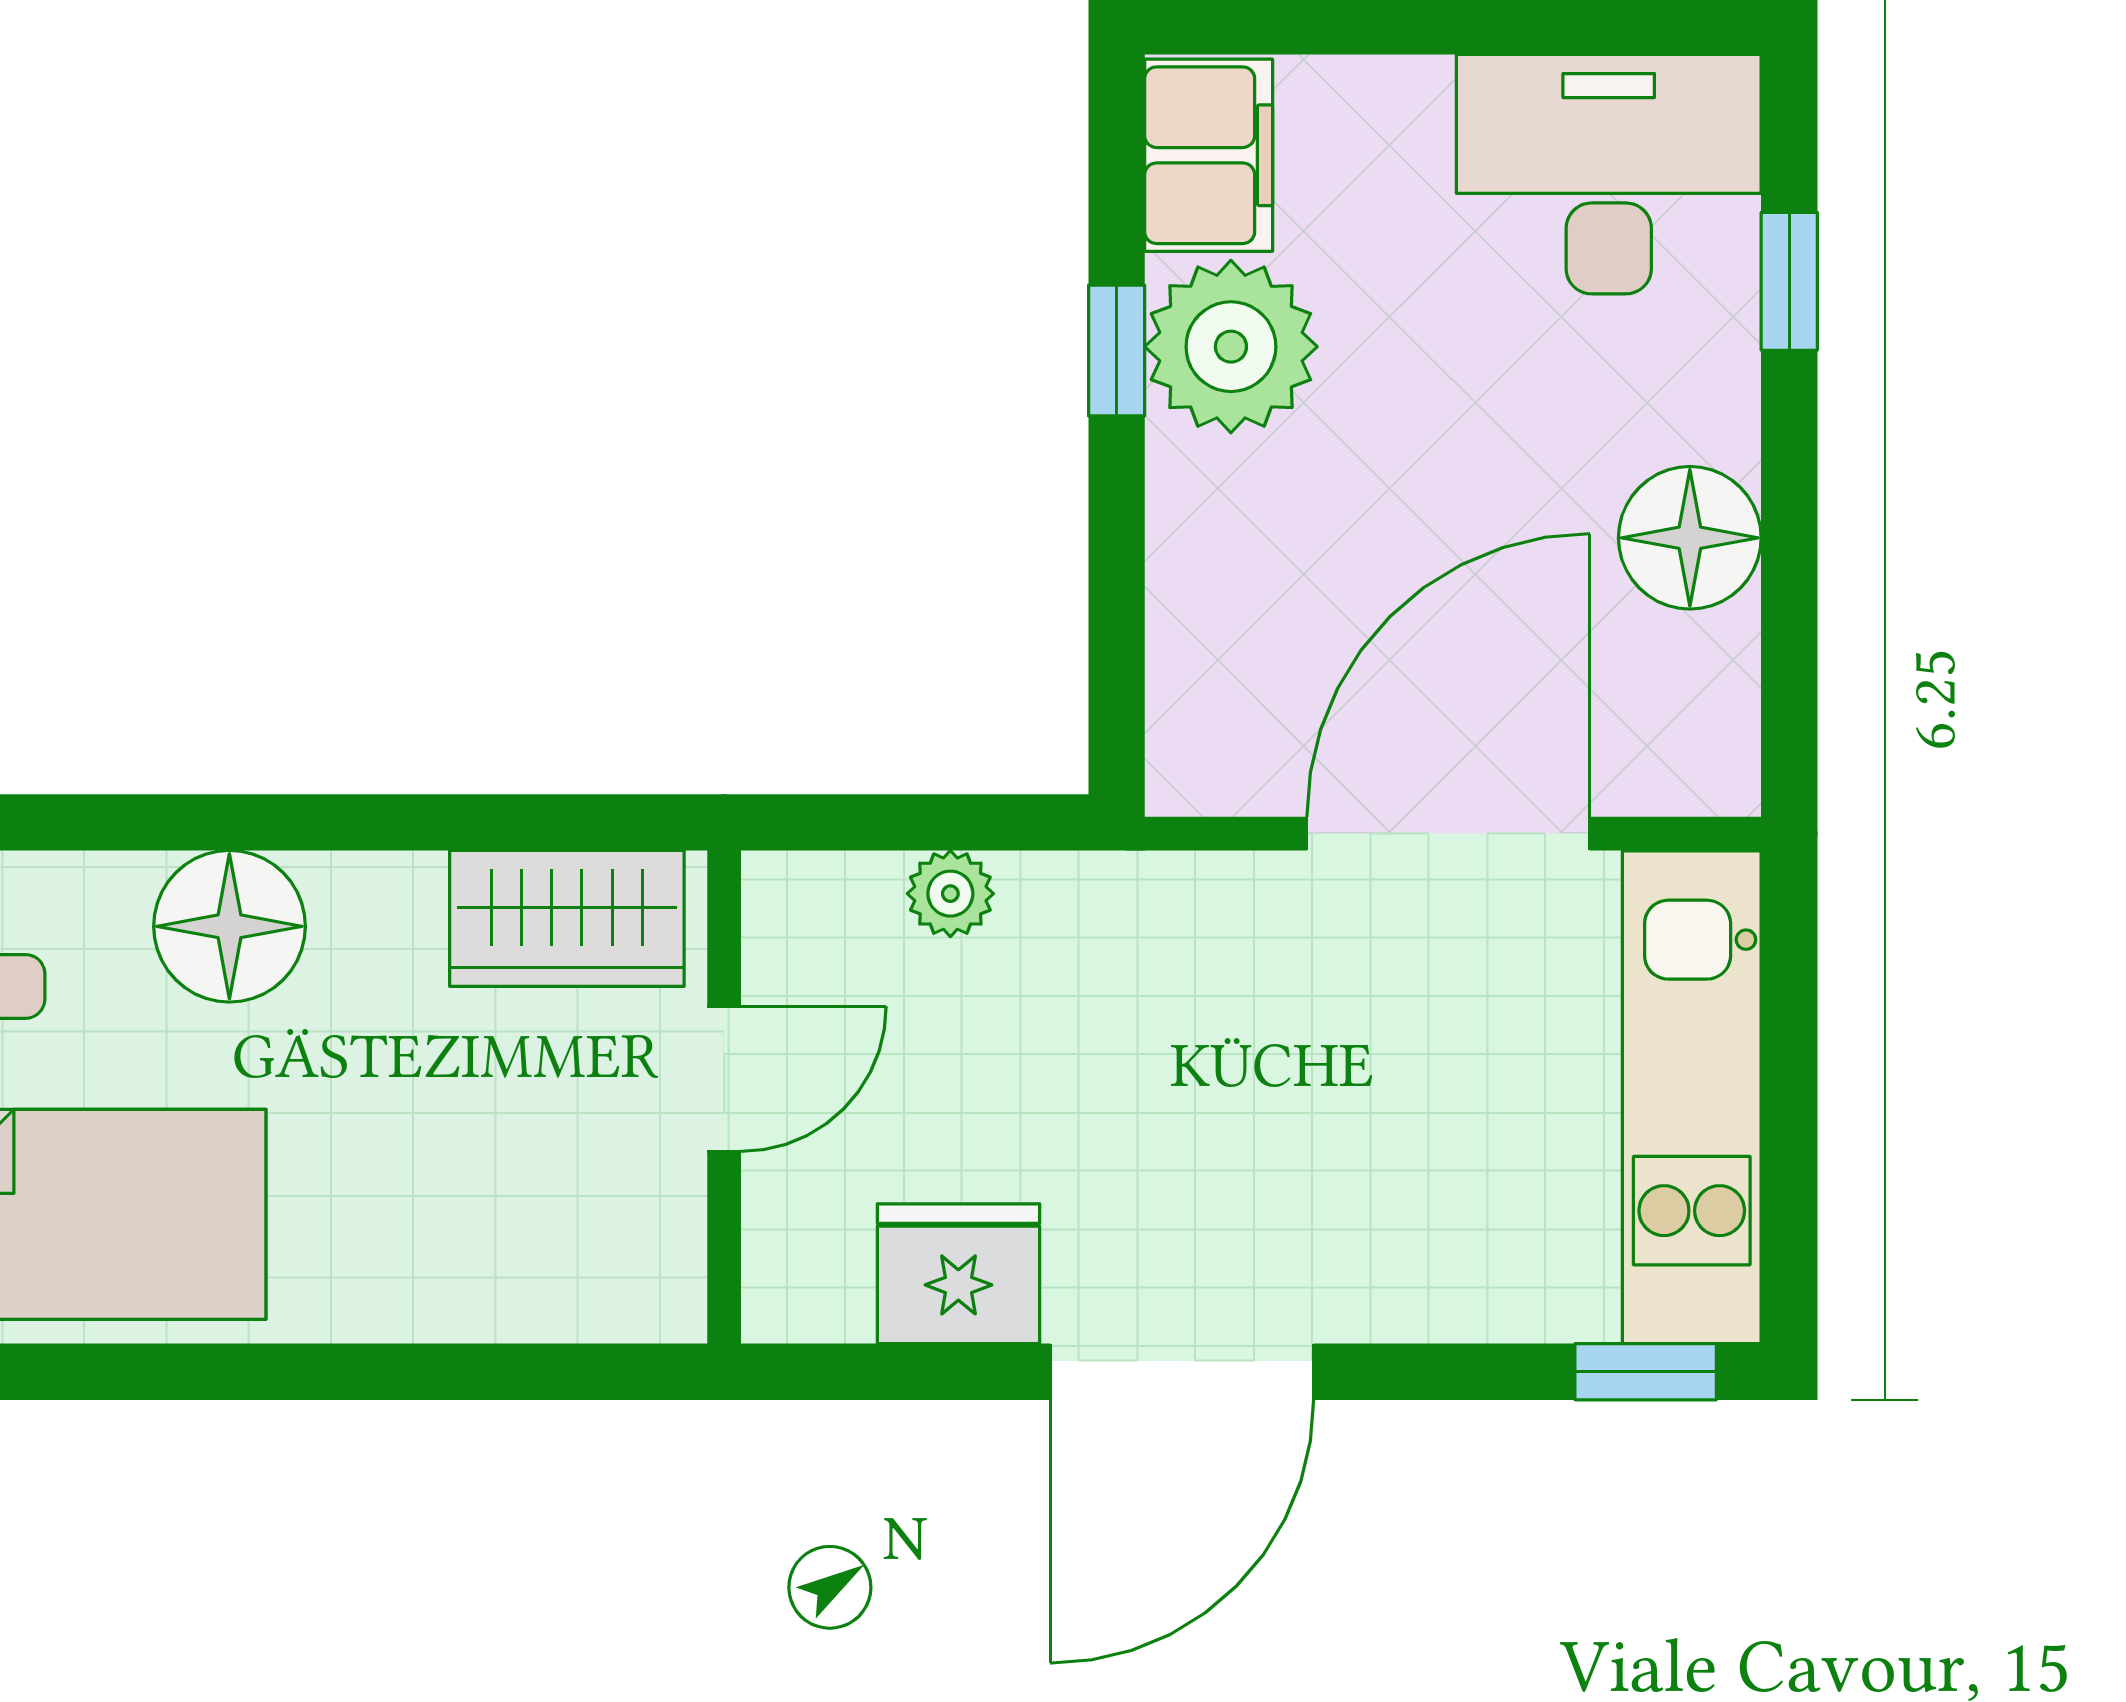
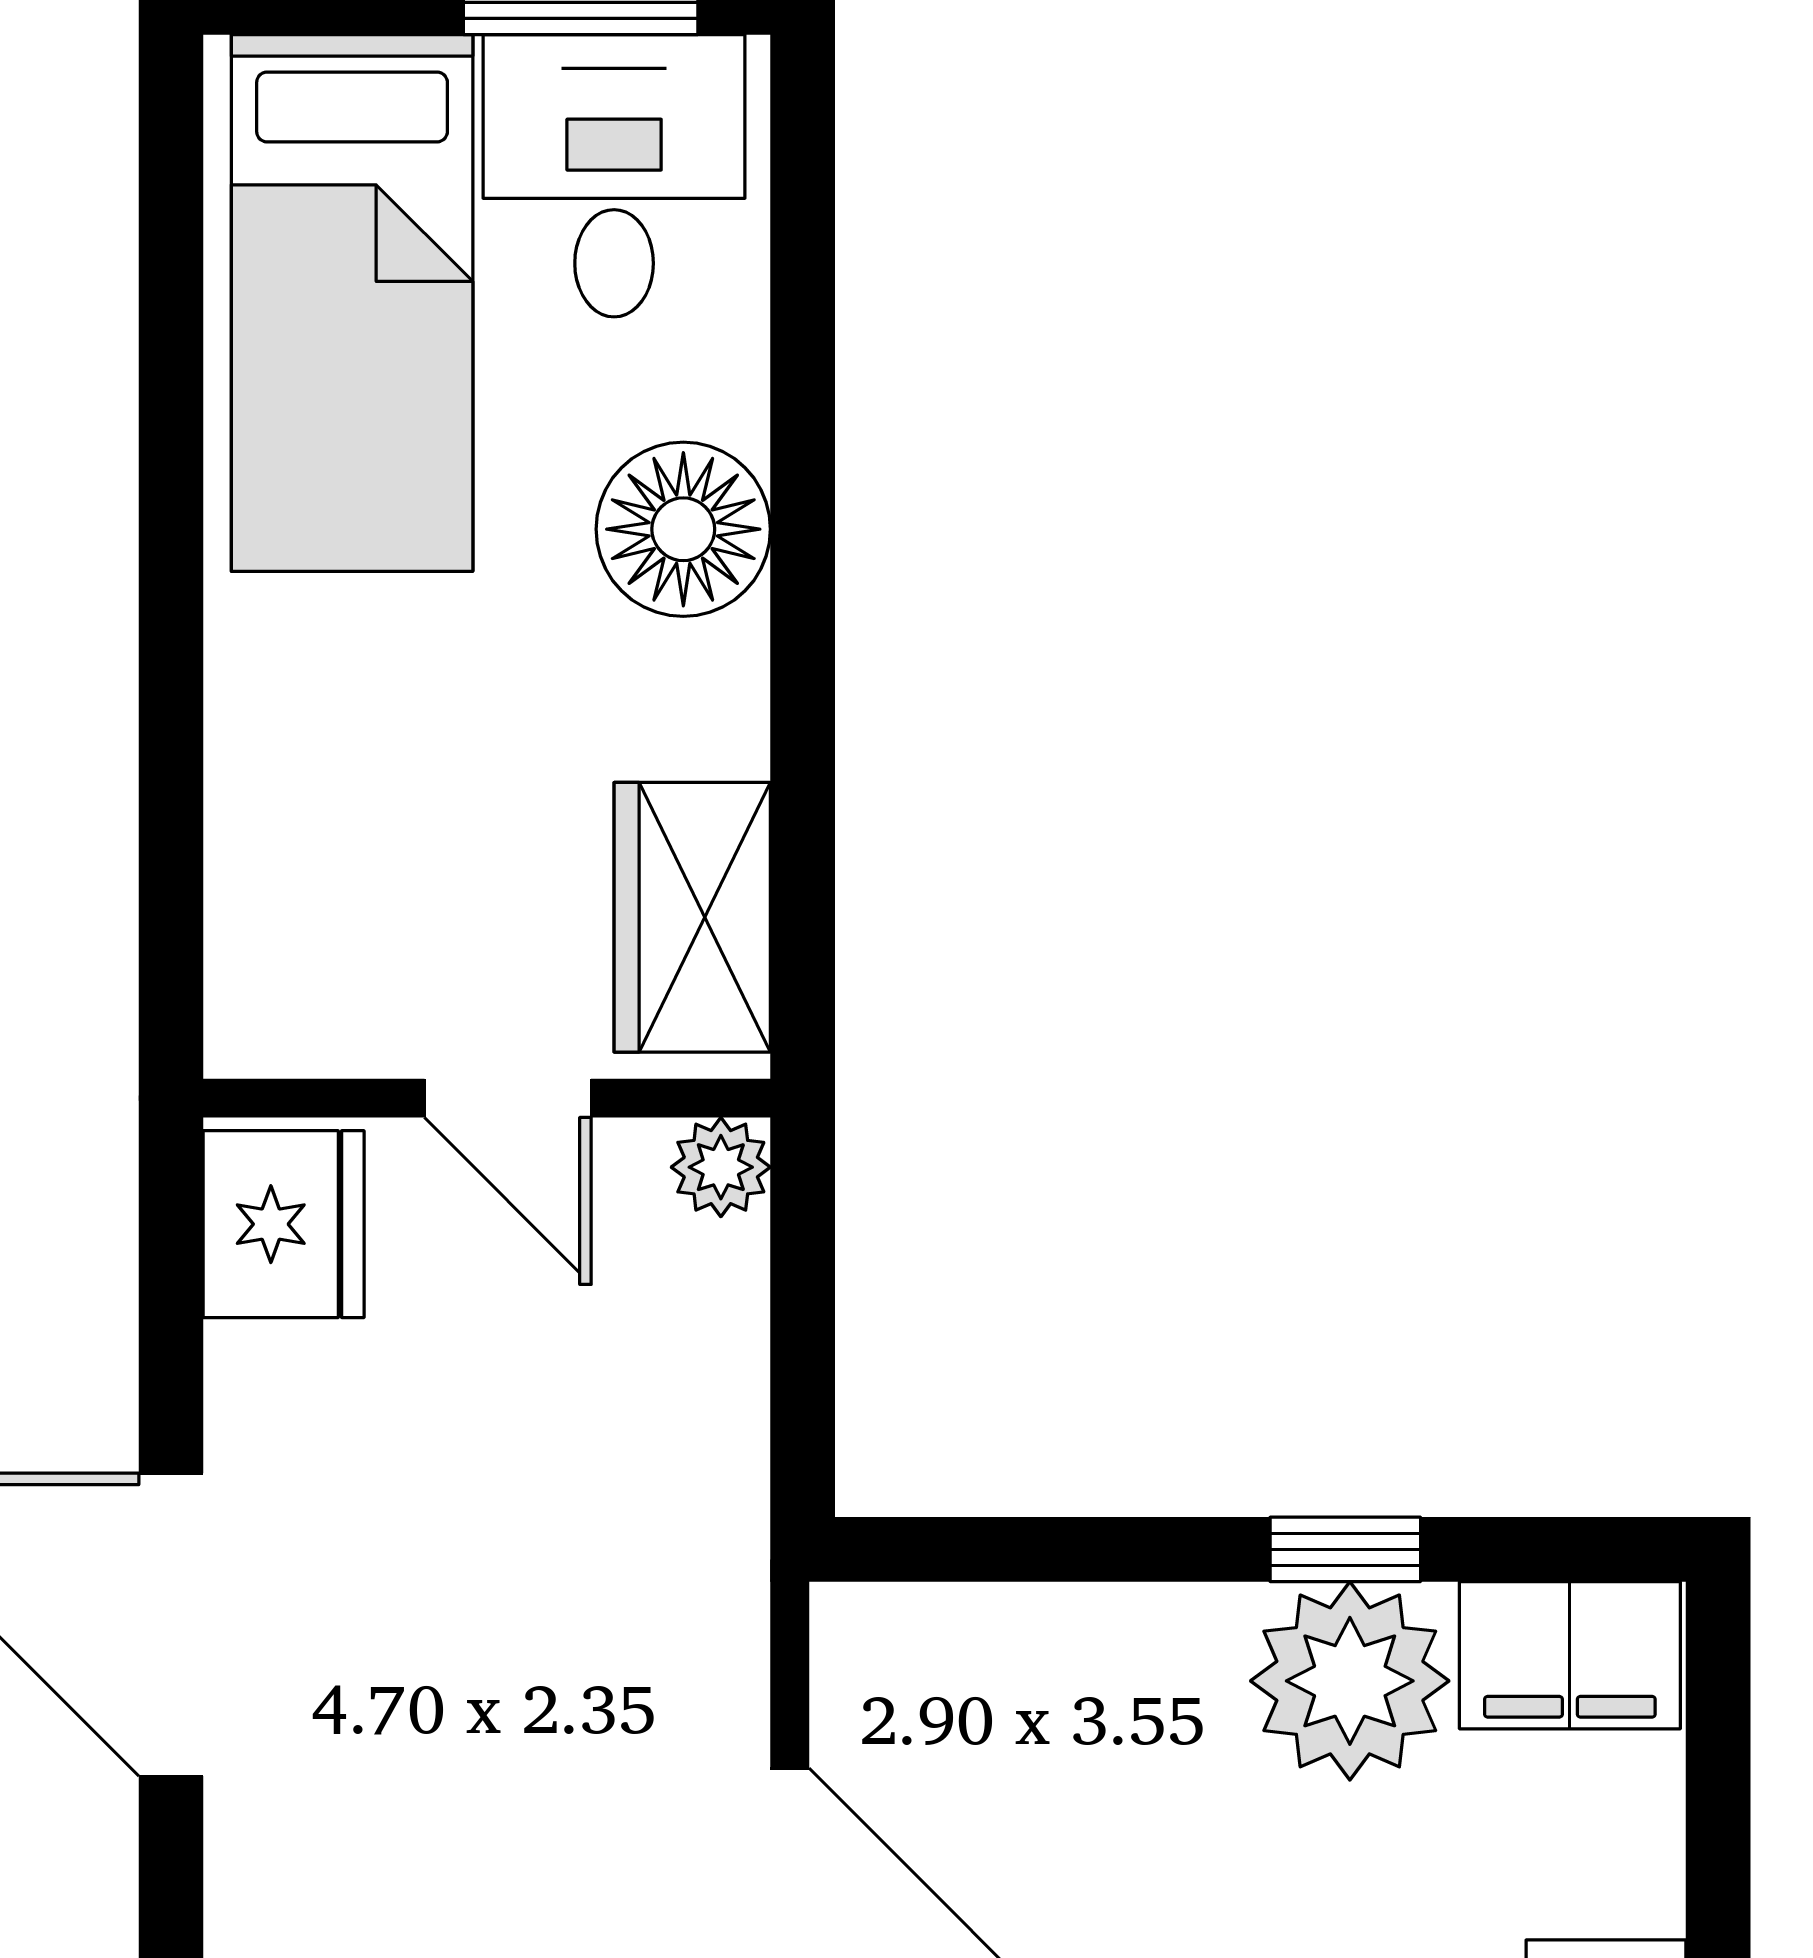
plant: (950, 894) -> (721, 1167), moved
fridge: (958, 1274) -> (284, 1224), moved

